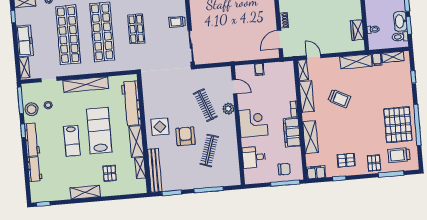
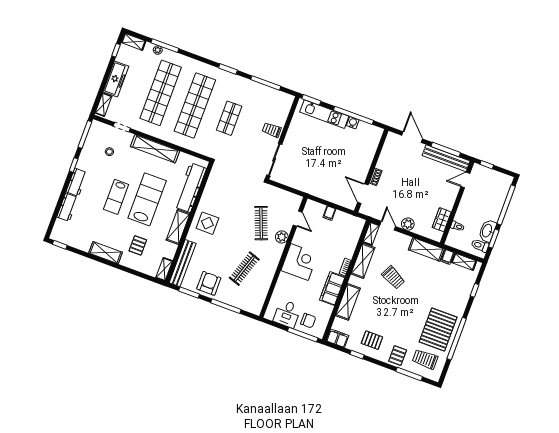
door: (280, 39) -> (363, 194), hinge flipped
plant: (330, 47) -> (408, 224), added
stool: (32, 109) -> (92, 148), removed
armchair: (185, 136) -> (209, 283), moved
workbench: (32, 140) -> (77, 182), width x0.73
desk: (254, 157) -> (287, 314), moved, turned -90
shelving: (140, 168) -> (164, 269), moved

